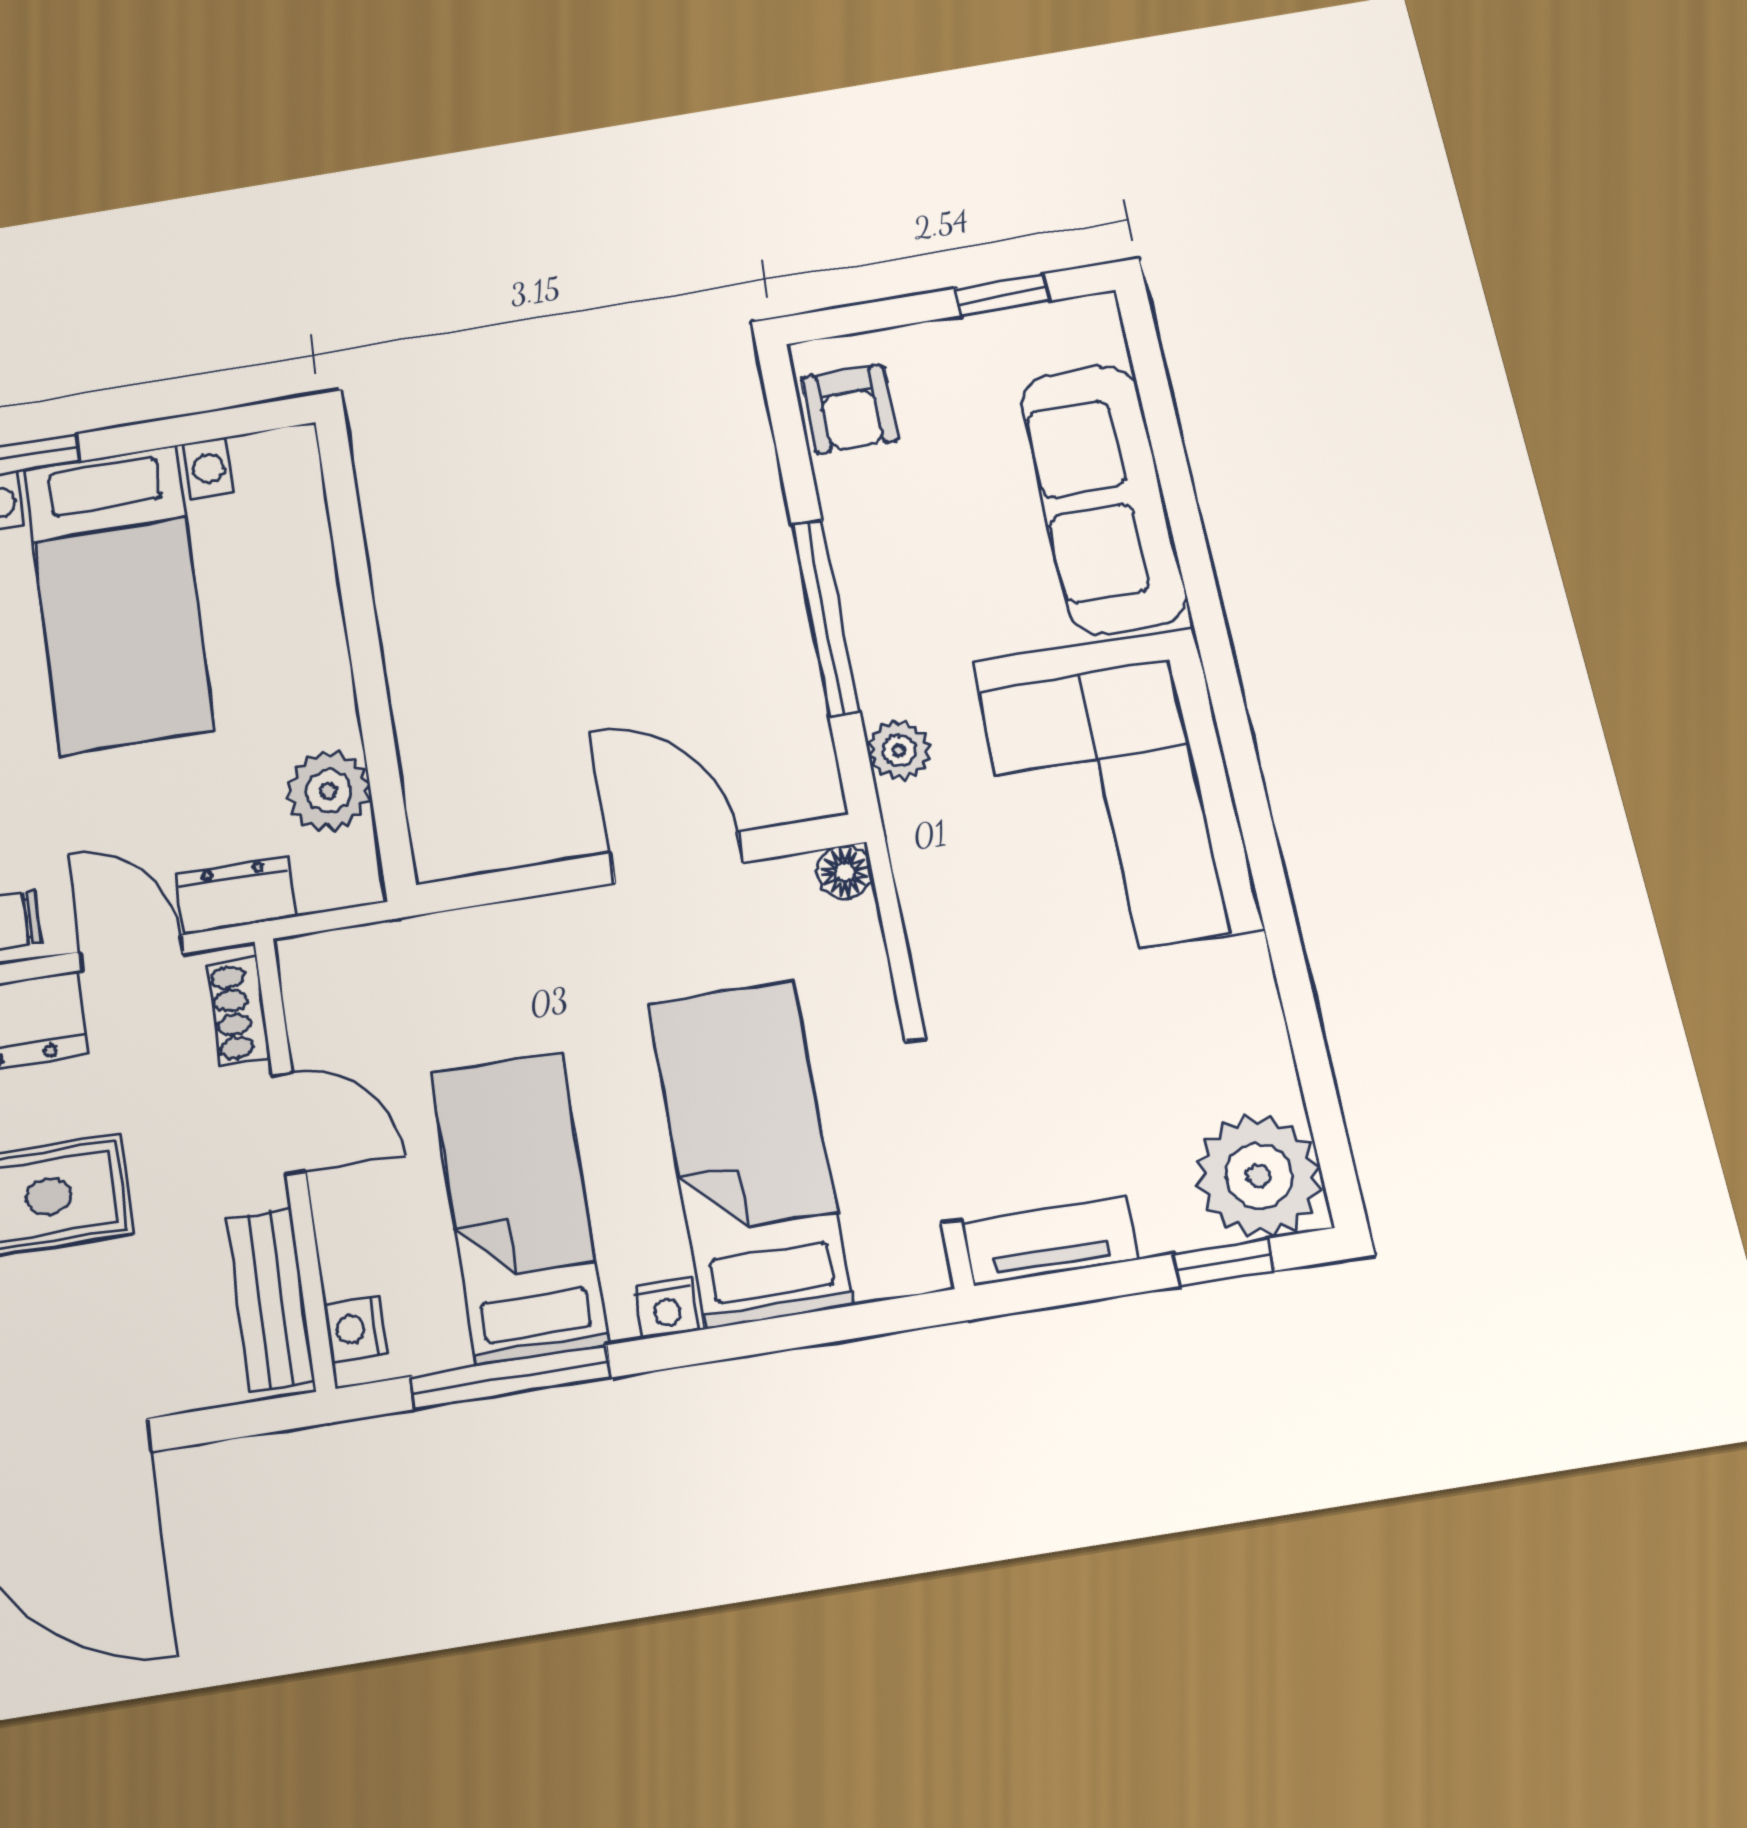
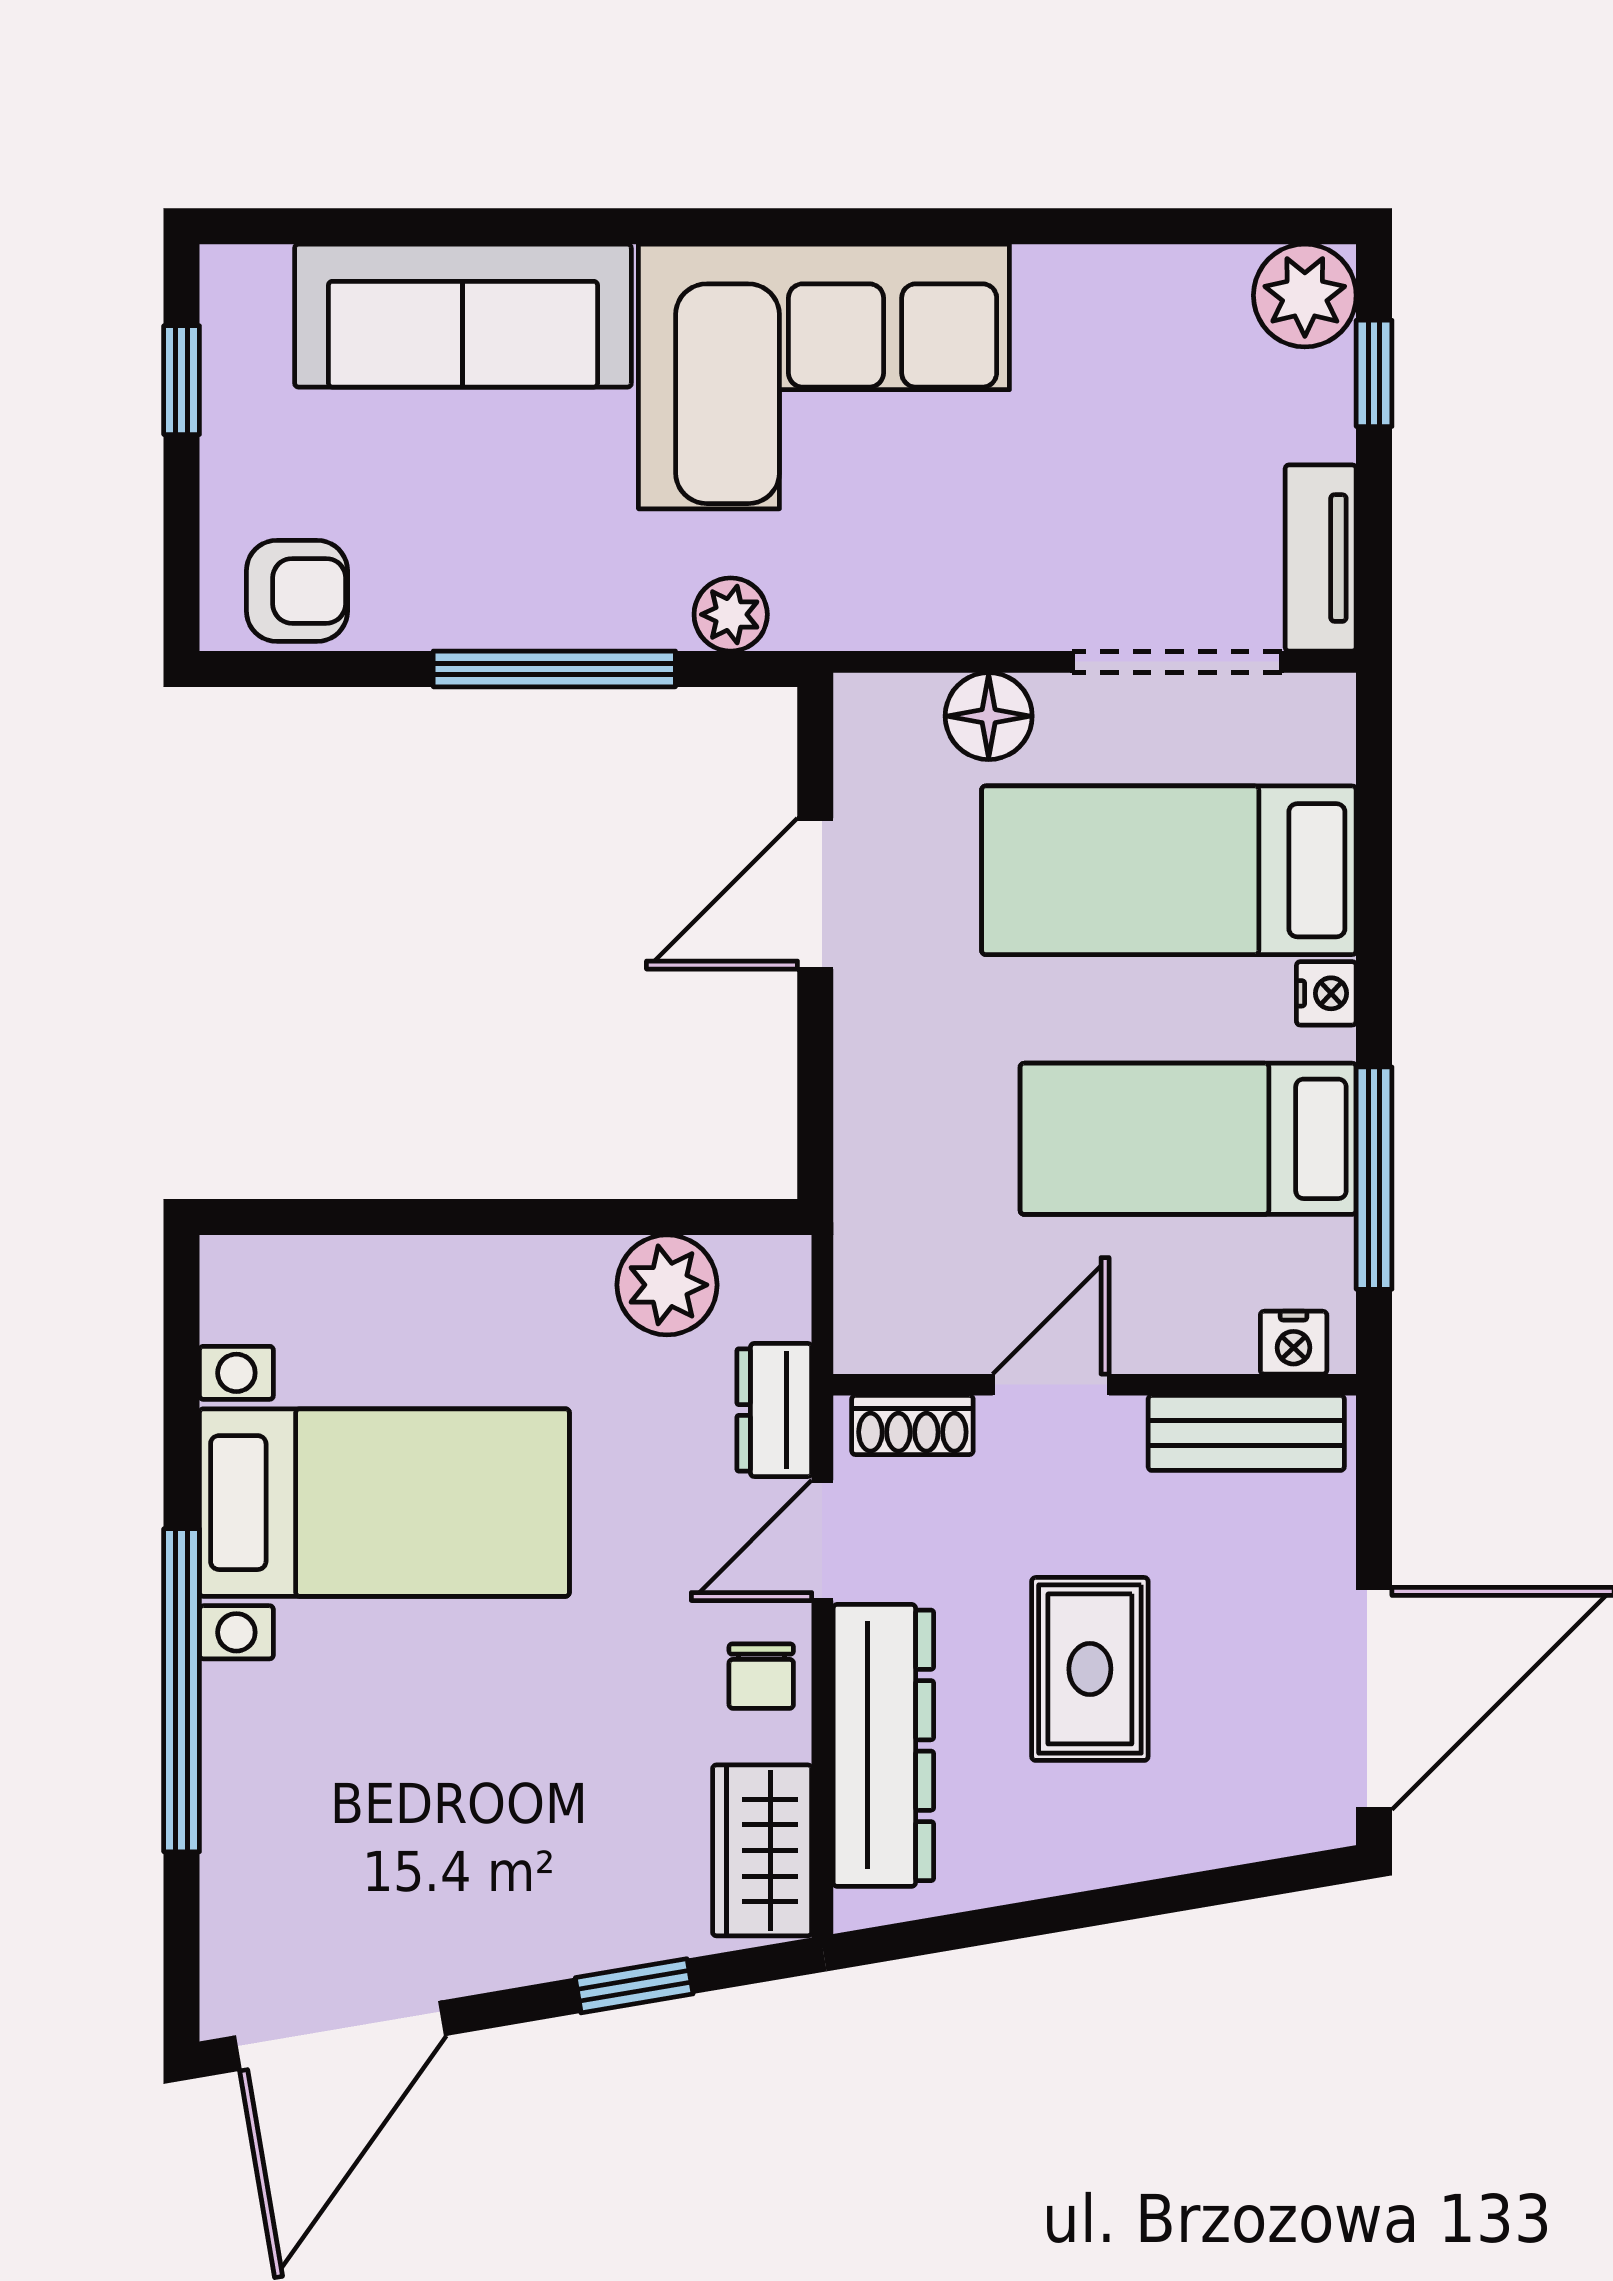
floor lamp: (845, 872) -> (989, 716), moved, width x1.37, depth x1.37
plant: (1259, 1176) -> (1305, 295), width x0.73, depth x0.73

